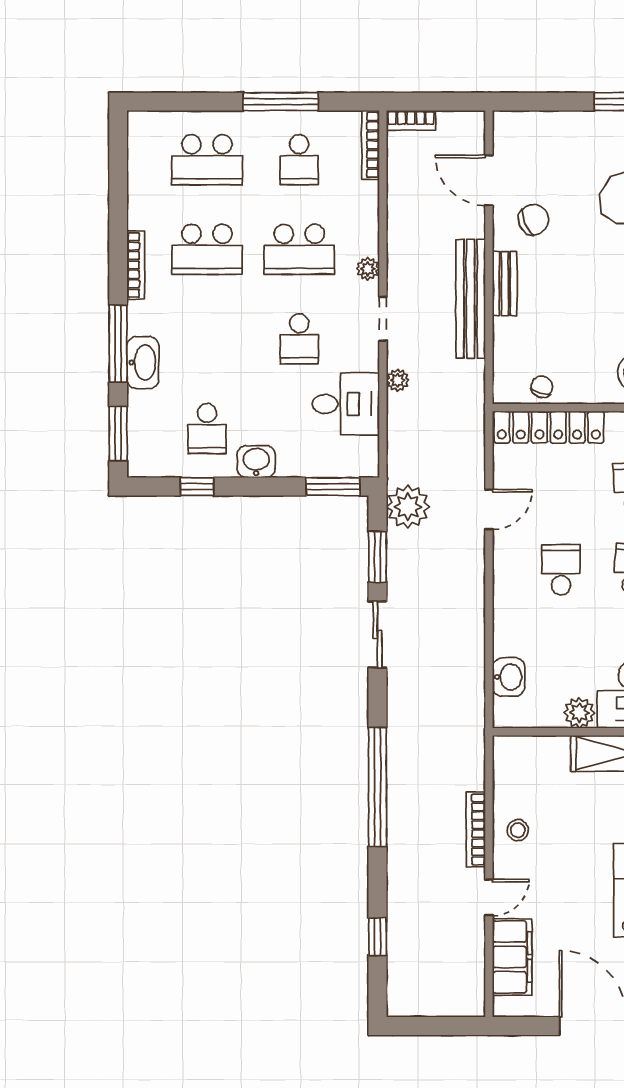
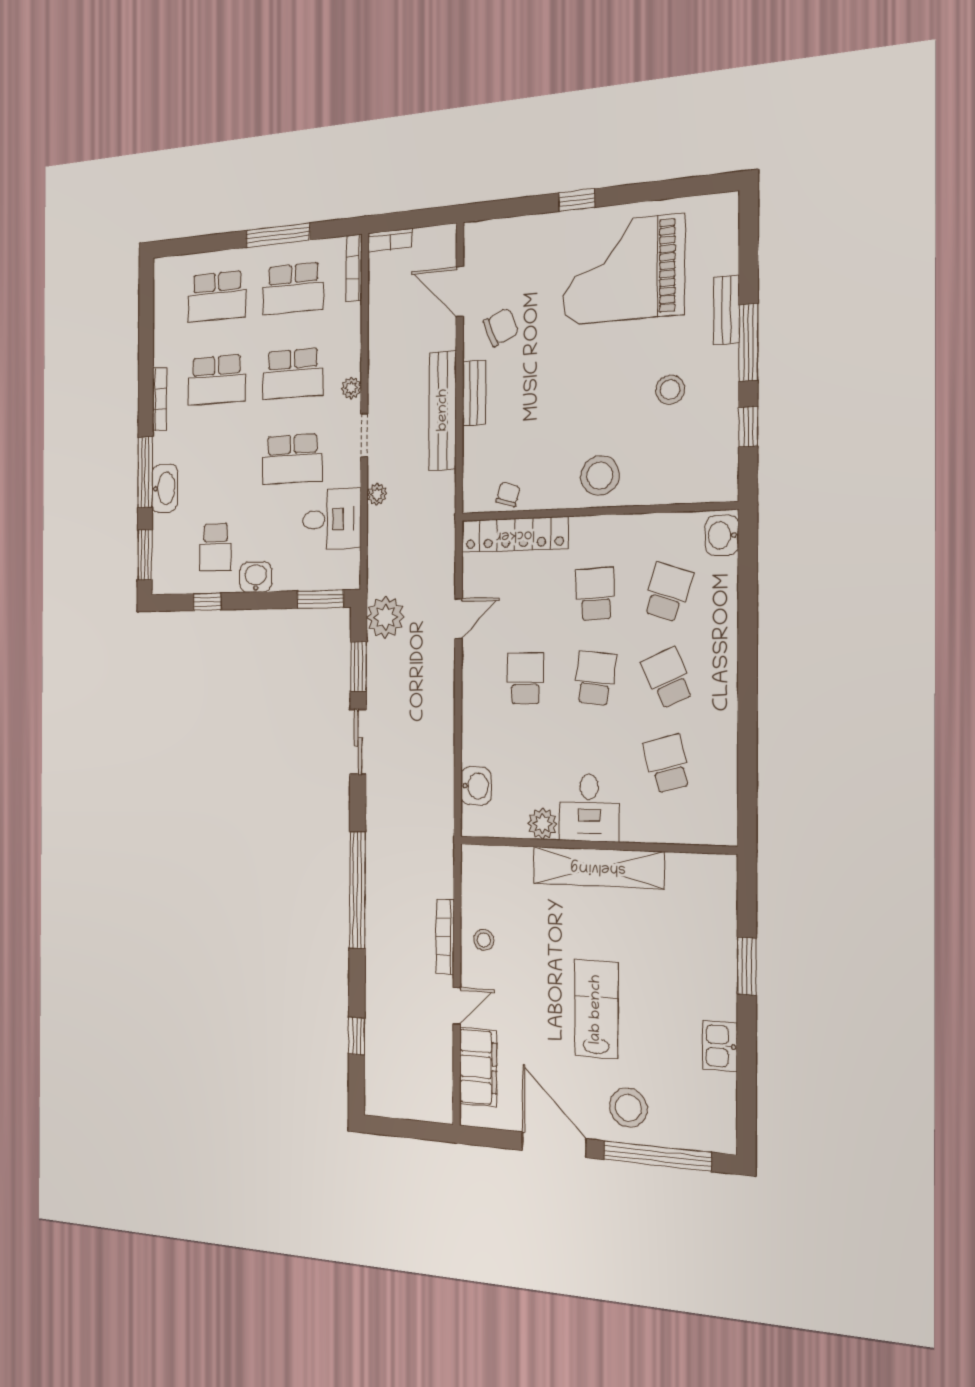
school desk: (299, 160) -> (293, 289), width x1.85
school desk: (299, 339) -> (292, 459), width x1.85

